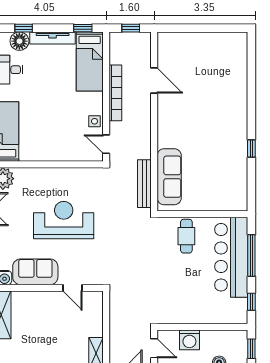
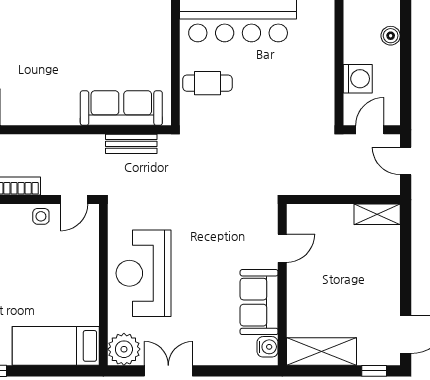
bench: (144, 184) -> (131, 144), width x0.73
reception desk: (64, 220) -> (144, 273), moved

